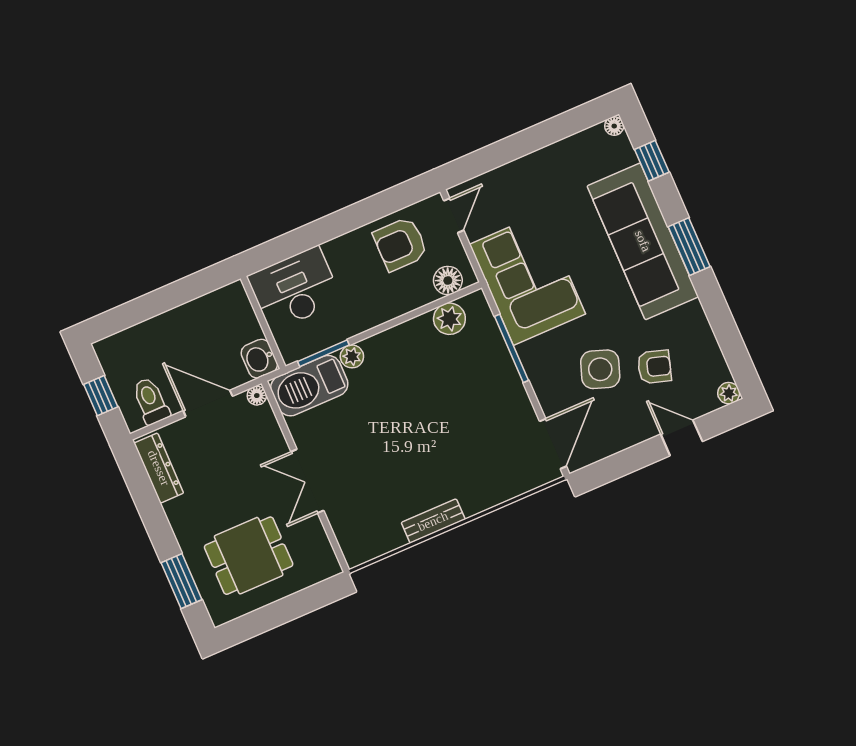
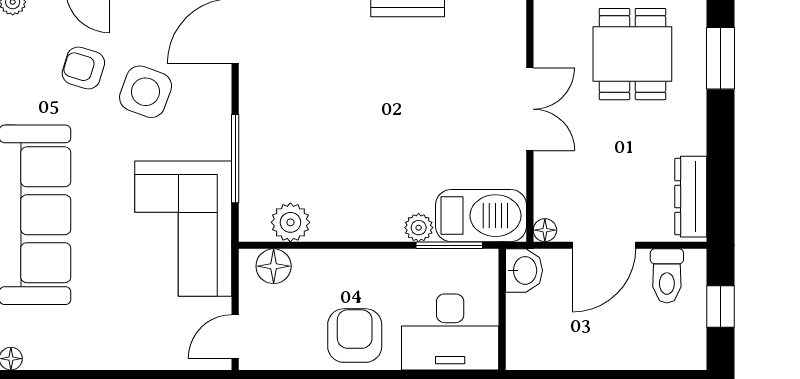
armchair: (400, 244) -> (355, 336), moved, turned -90
door: (208, 403) -> (604, 245), hinge flipped
dining table: (249, 556) -> (632, 54), turned 90

